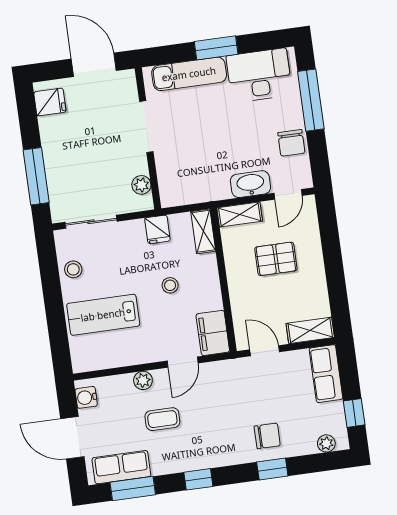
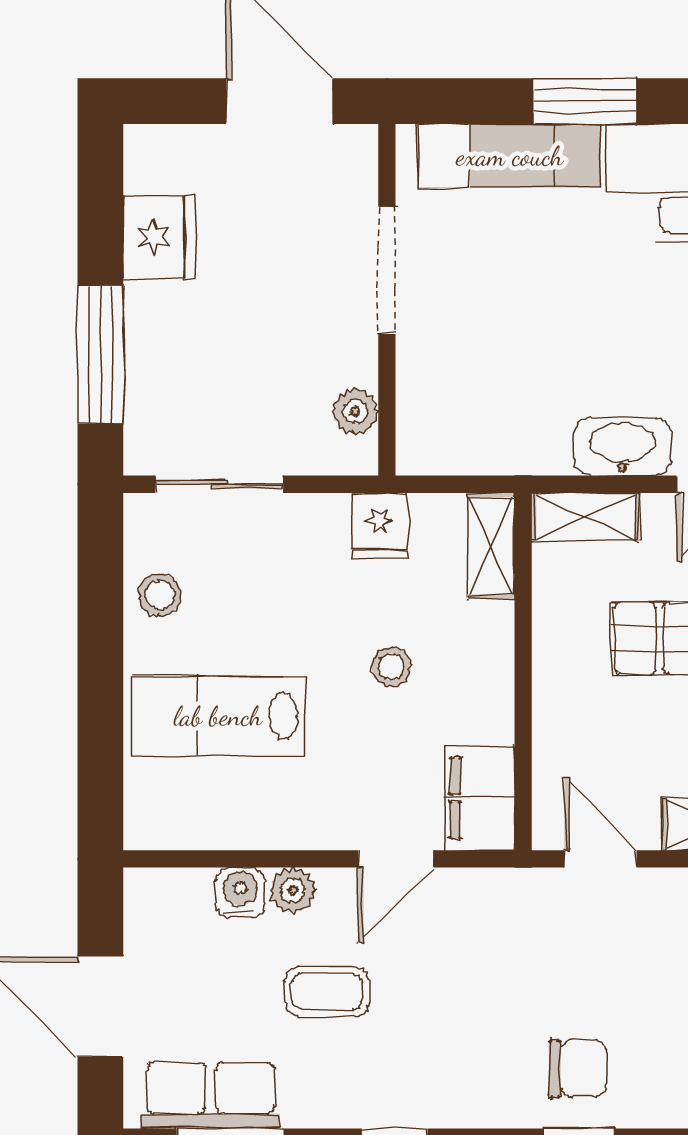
fridge: (50, 102) -> (159, 237), moved, width x1.38
water cooler: (86, 397) -> (240, 892), moved, turned 90

